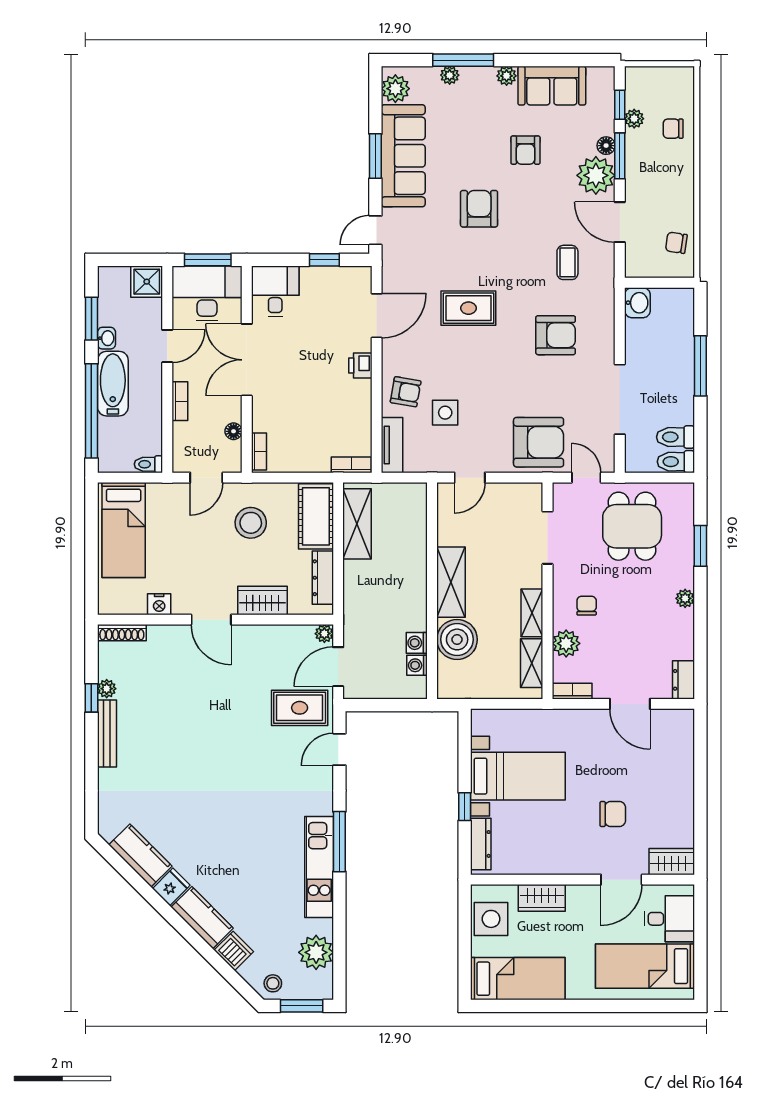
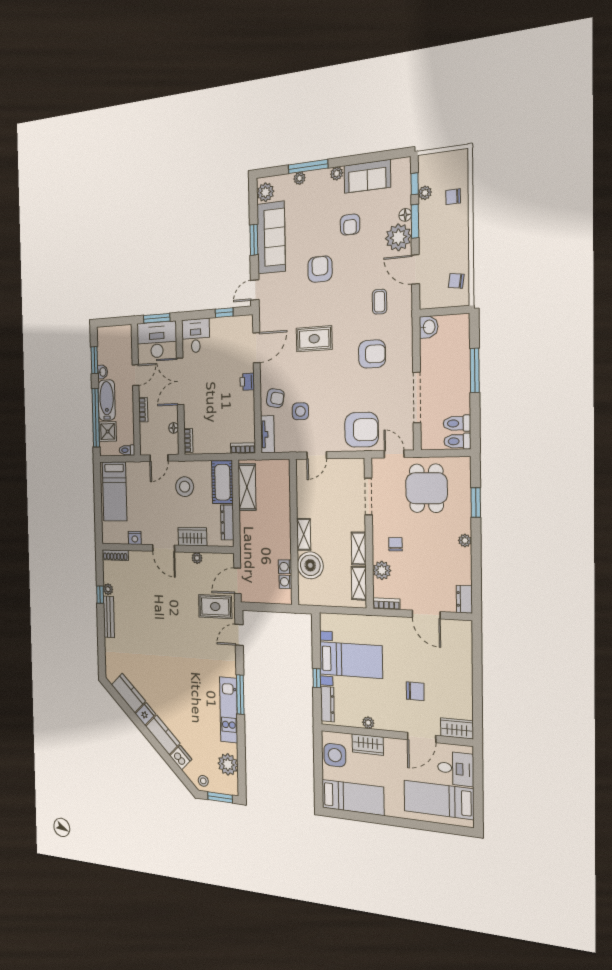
shower: (147, 282) -> (108, 431), moved
shelving: (451, 582) -> (304, 534), width x0.67, depth x0.75
plant: (324, 634) -> (197, 558), moved
plant: (543, 866) -> (368, 723), added

